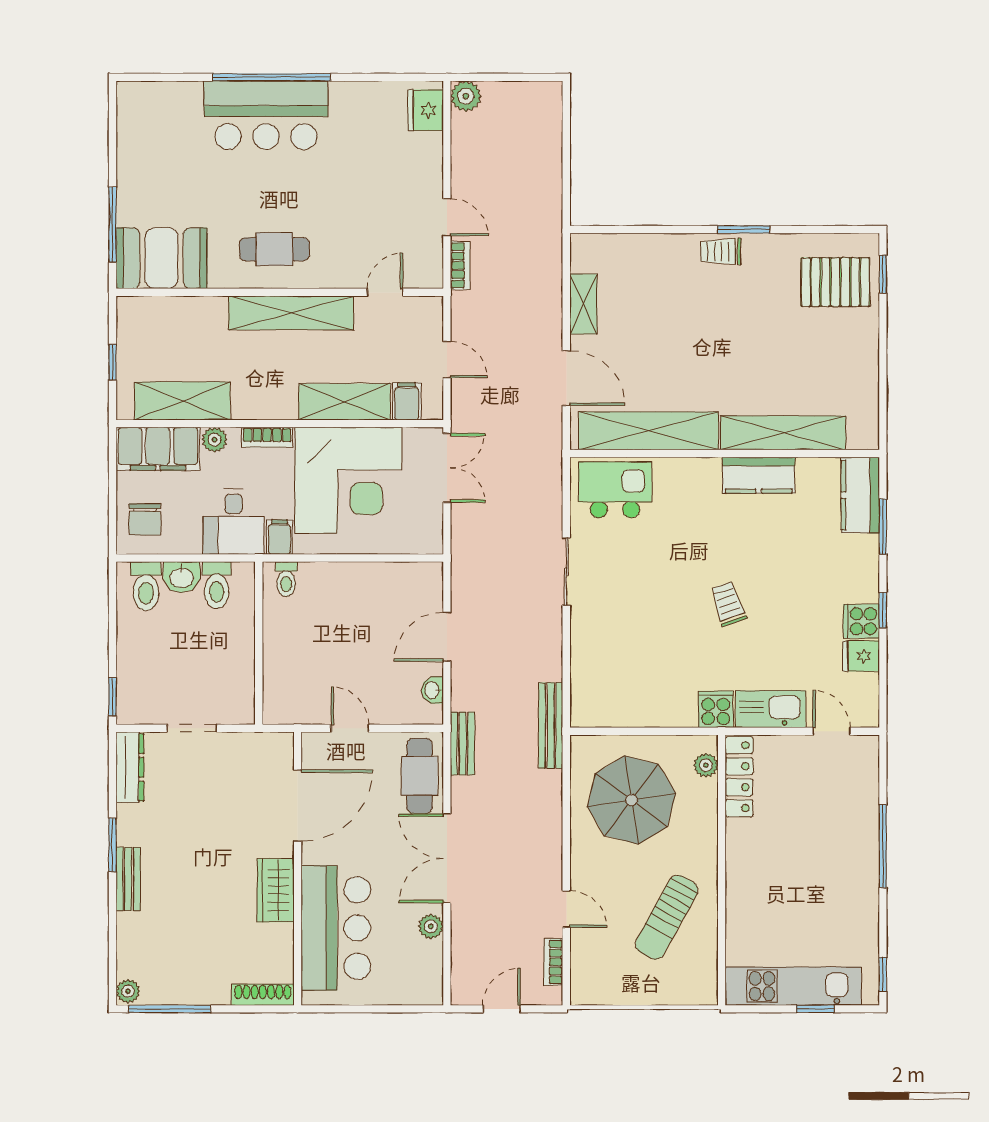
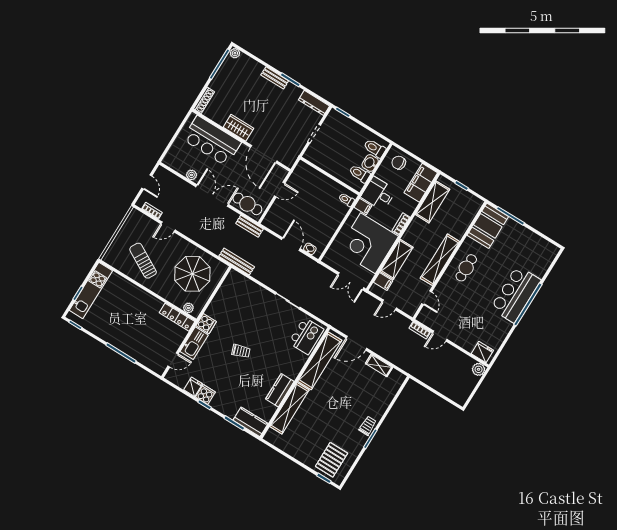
plant: (215, 440) -> (412, 205), removed
washbasin: (432, 690) -> (310, 249), moved

